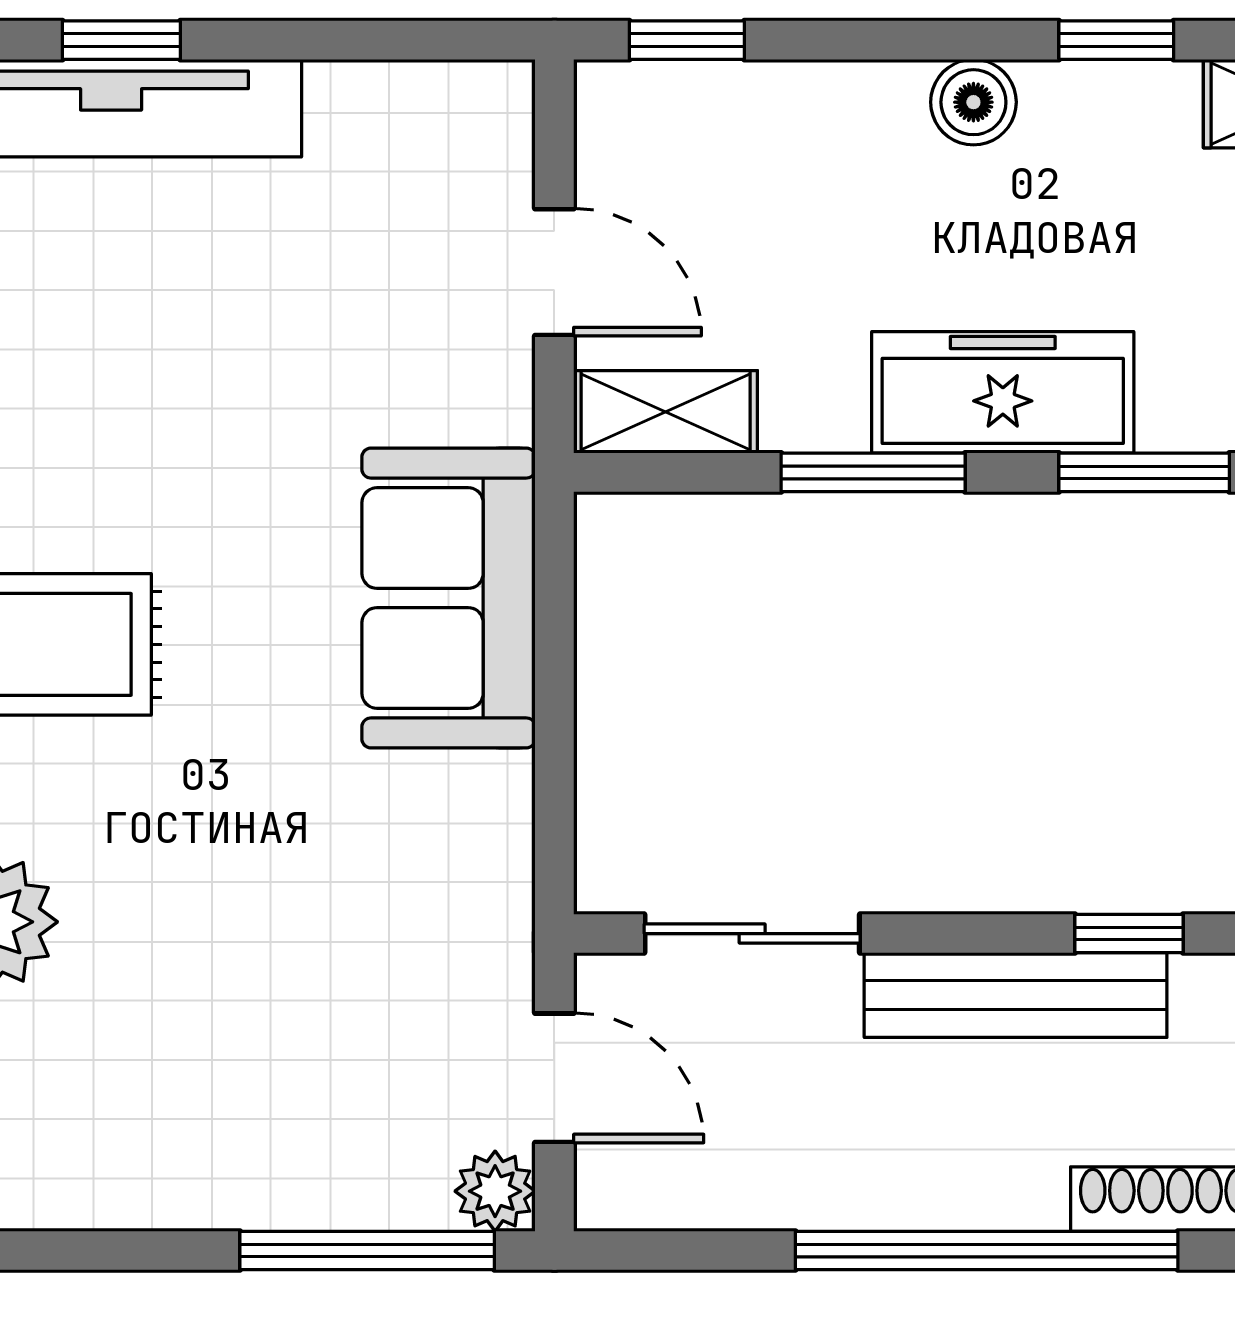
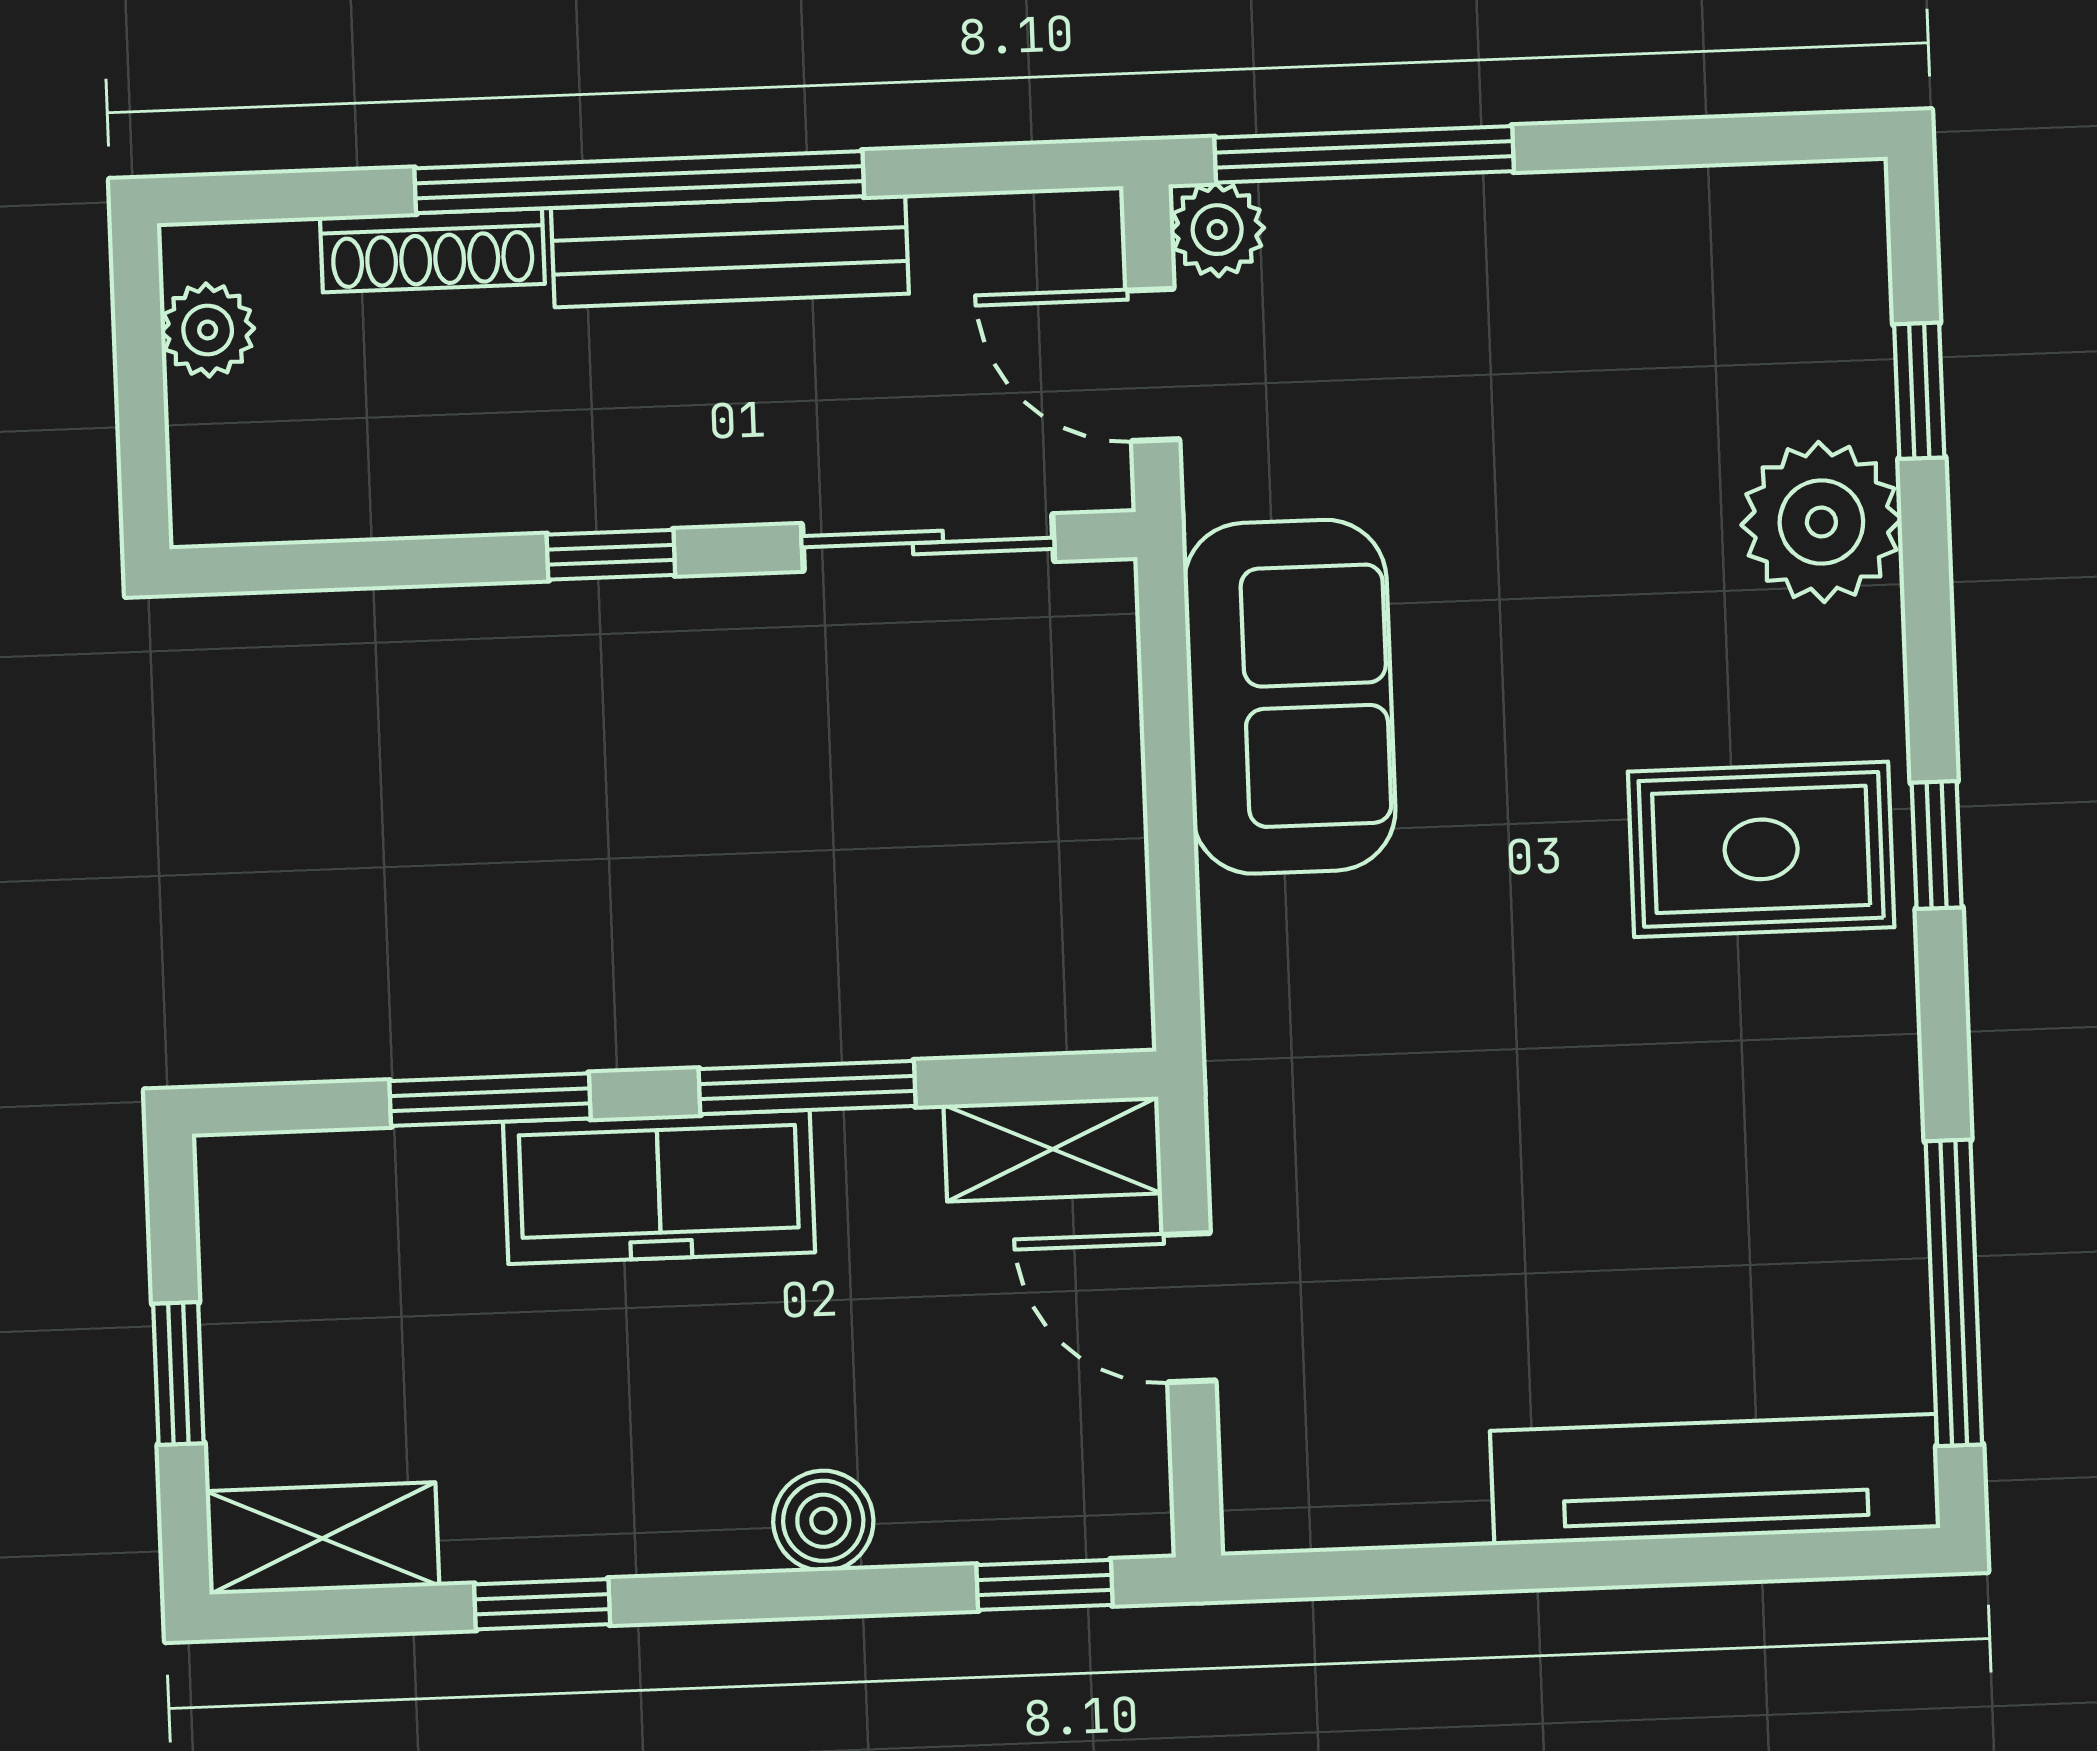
window: (121, 40) -> (1706, 1560), removed
boiler: (973, 102) -> (823, 1521), moved
sofa: (449, 598) -> (1290, 697), moved
window: (1129, 934) -> (611, 555), moved
bench: (1016, 995) -> (730, 251), moved

